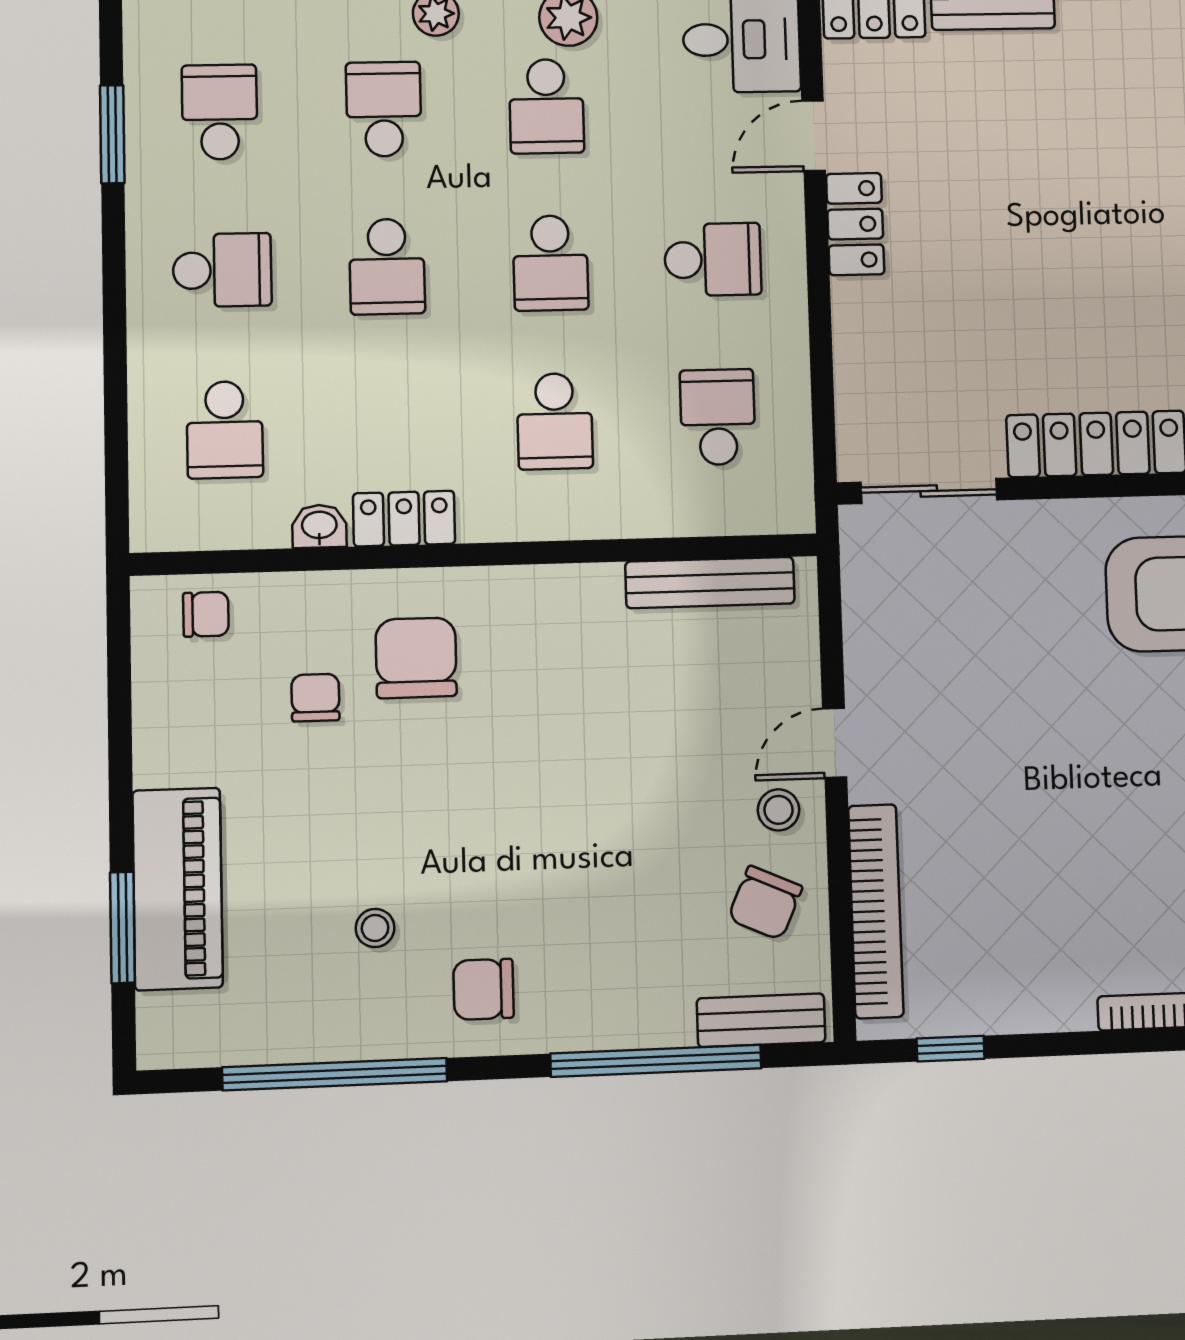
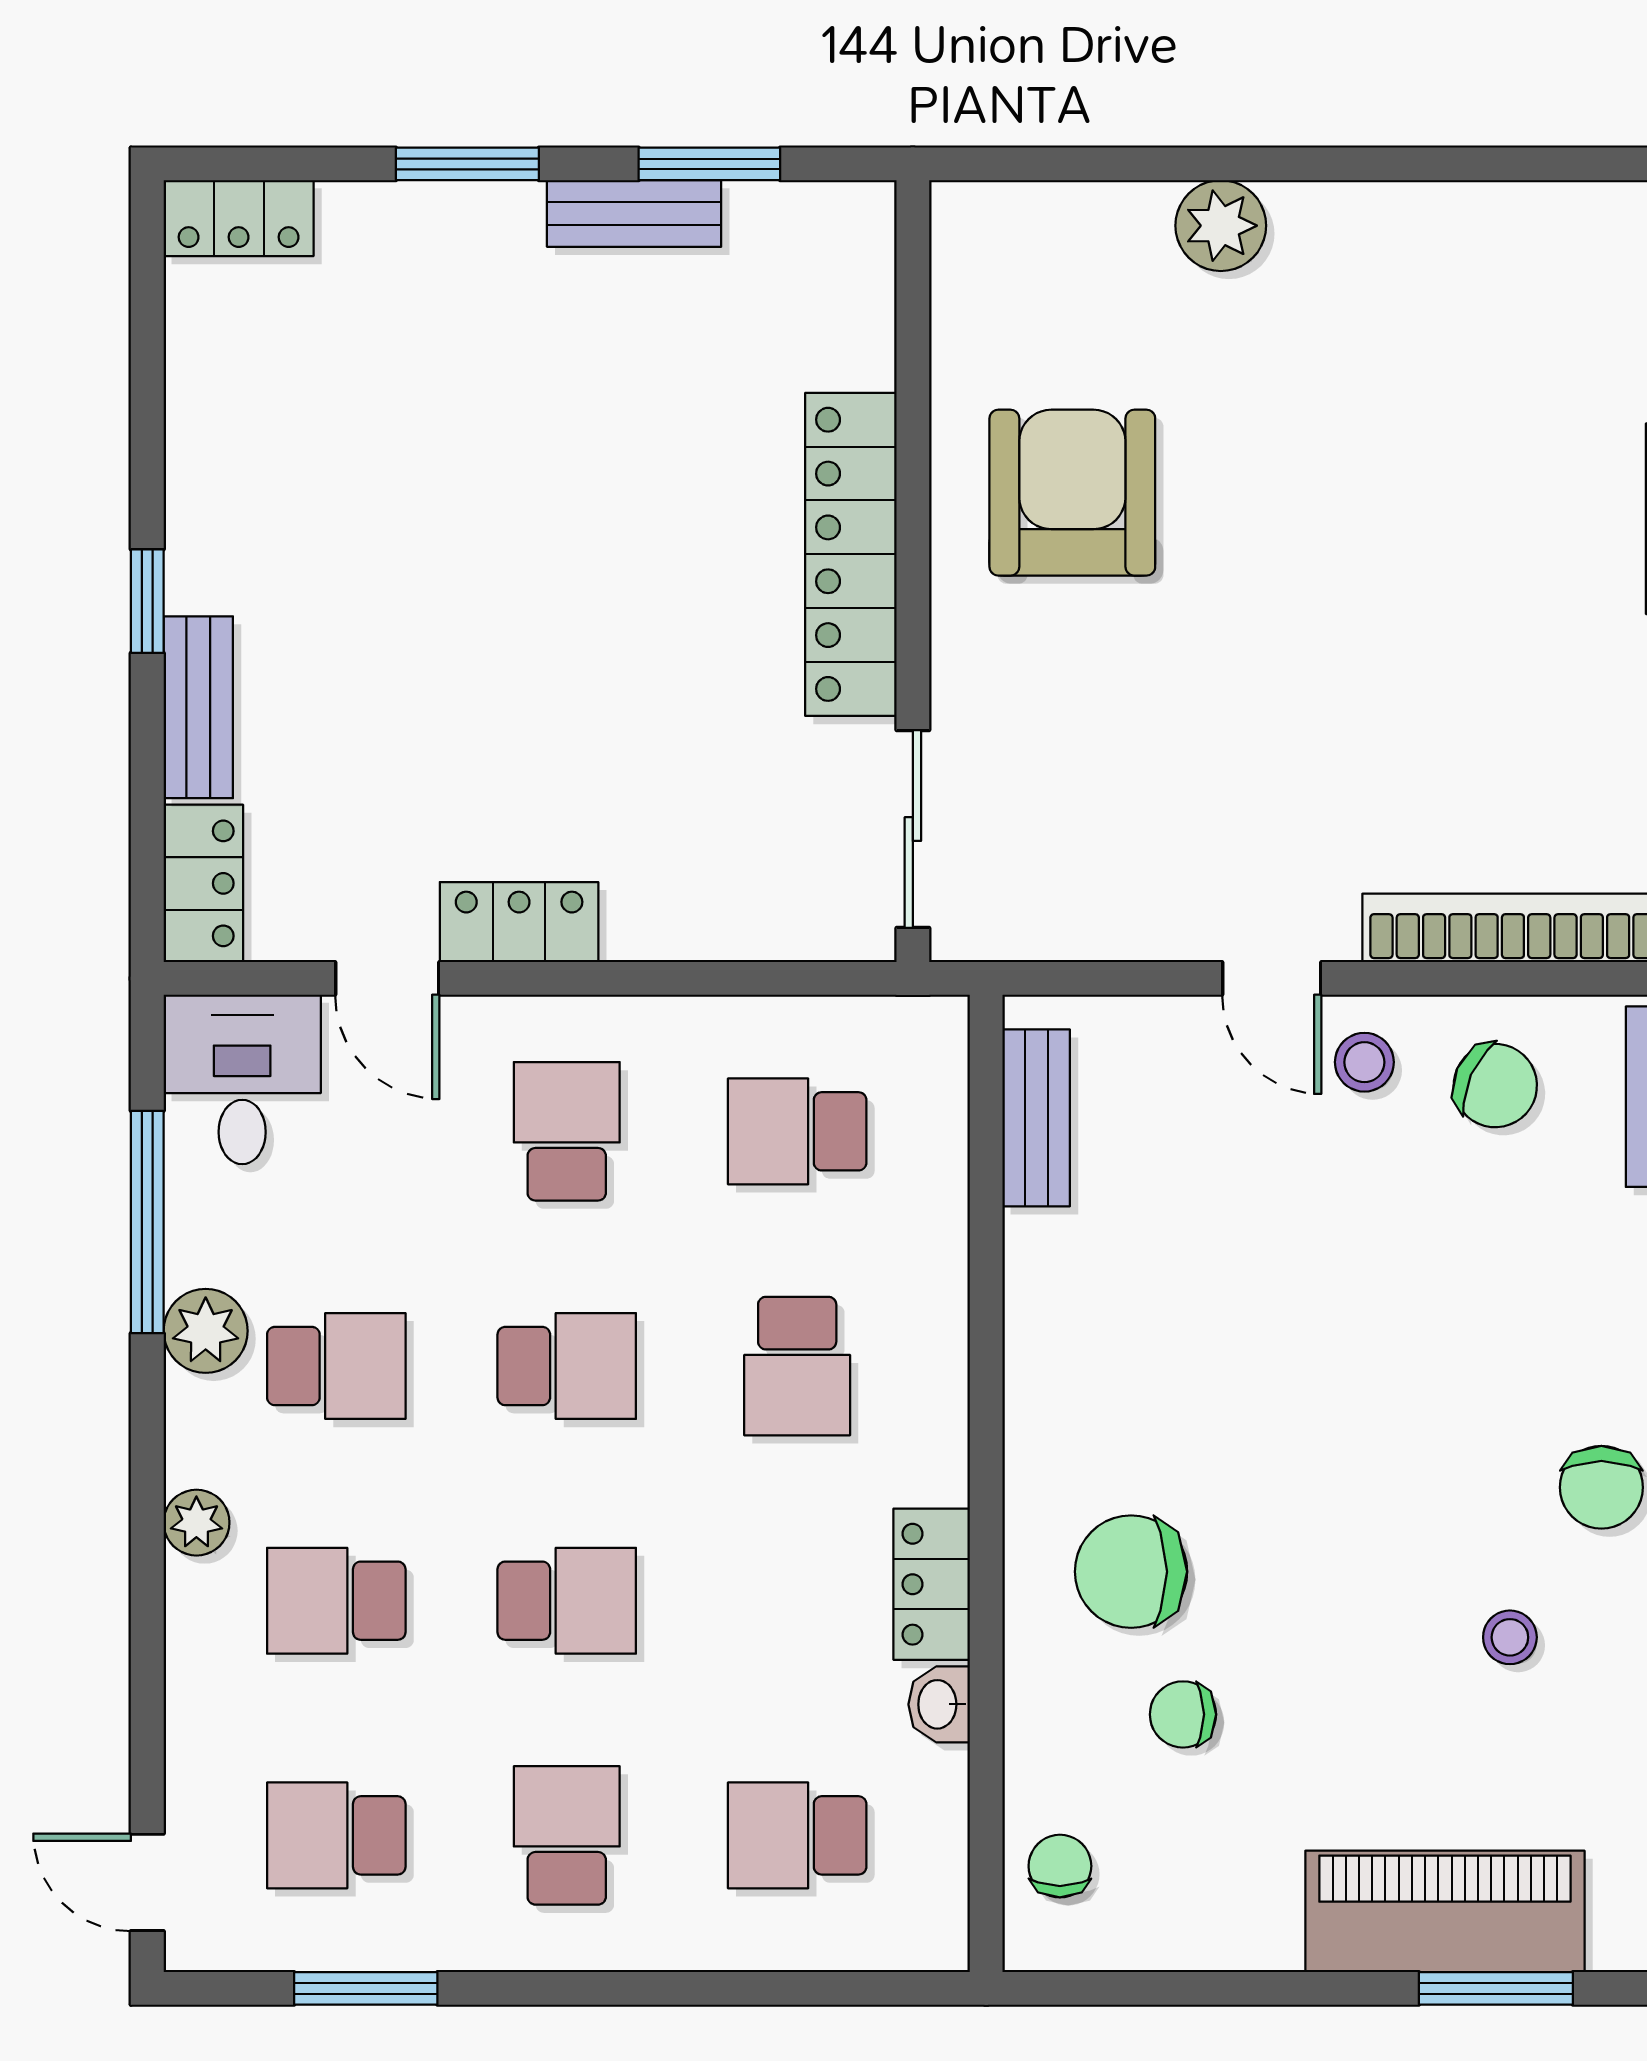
school desk: (555, 421) -> (797, 1366), turned 90
school desk: (225, 430) -> (797, 1835), turned 180
bench: (710, 583) -> (1036, 1118), width x0.73

